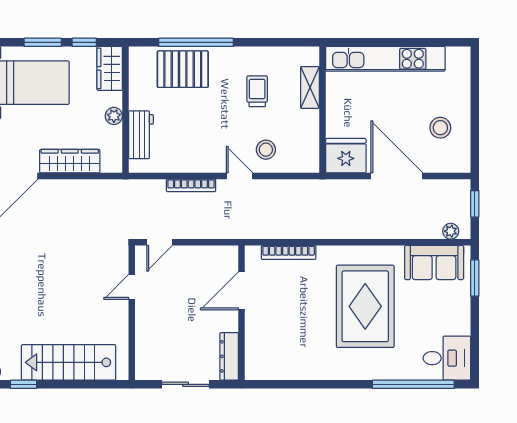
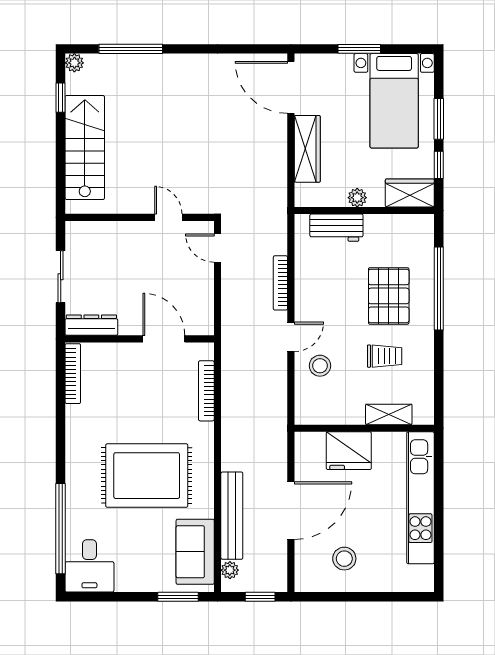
pallet: (183, 69) -> (389, 296), moved
fridge: (346, 156) -> (349, 451), moved, turned 90
bench: (401, 229) -> (232, 516), added
bookcase: (273, 373) -> (73, 374), added

